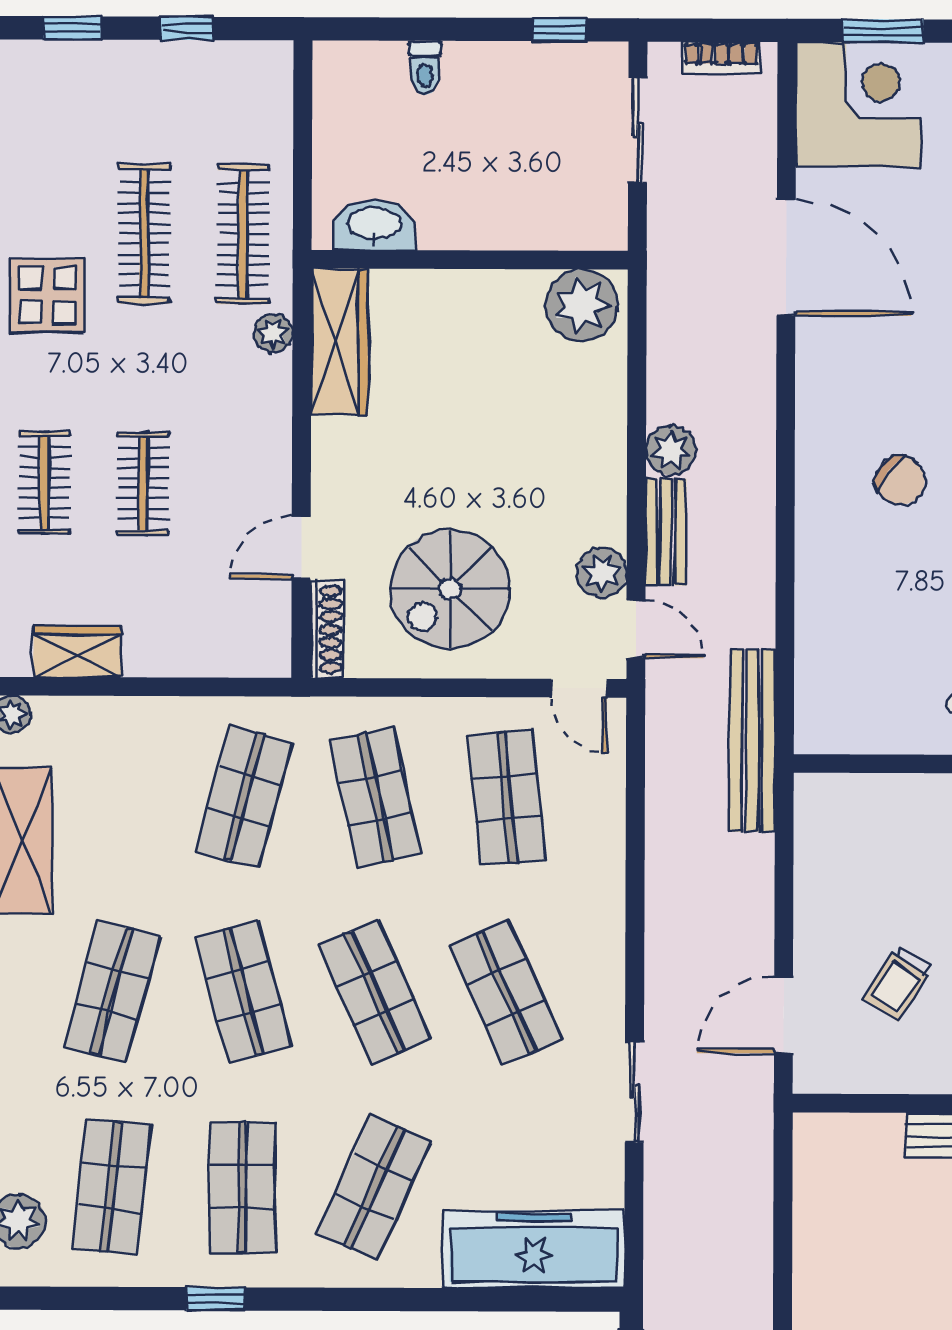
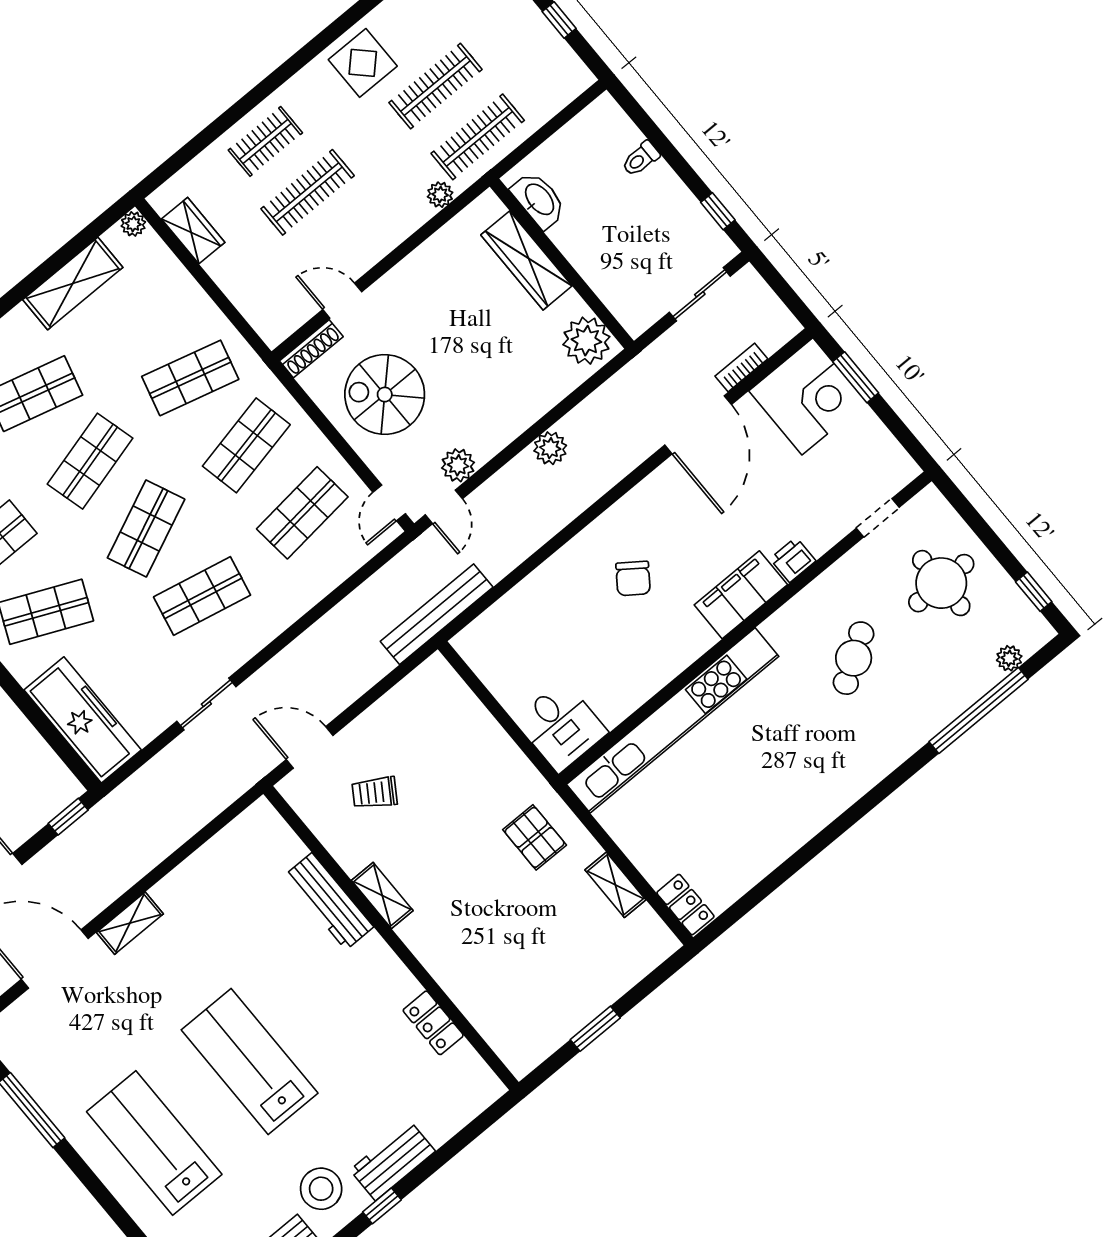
bookcase: (721, 57) -> (741, 368), moved, turned 90
wardrobe: (339, 342) -> (526, 260), moved, turned 90
clothes rail: (143, 483) -> (308, 192), width x1.36
bench: (666, 532) -> (506, 481), removed
shop shelf: (506, 993) -> (202, 596), turned 36

